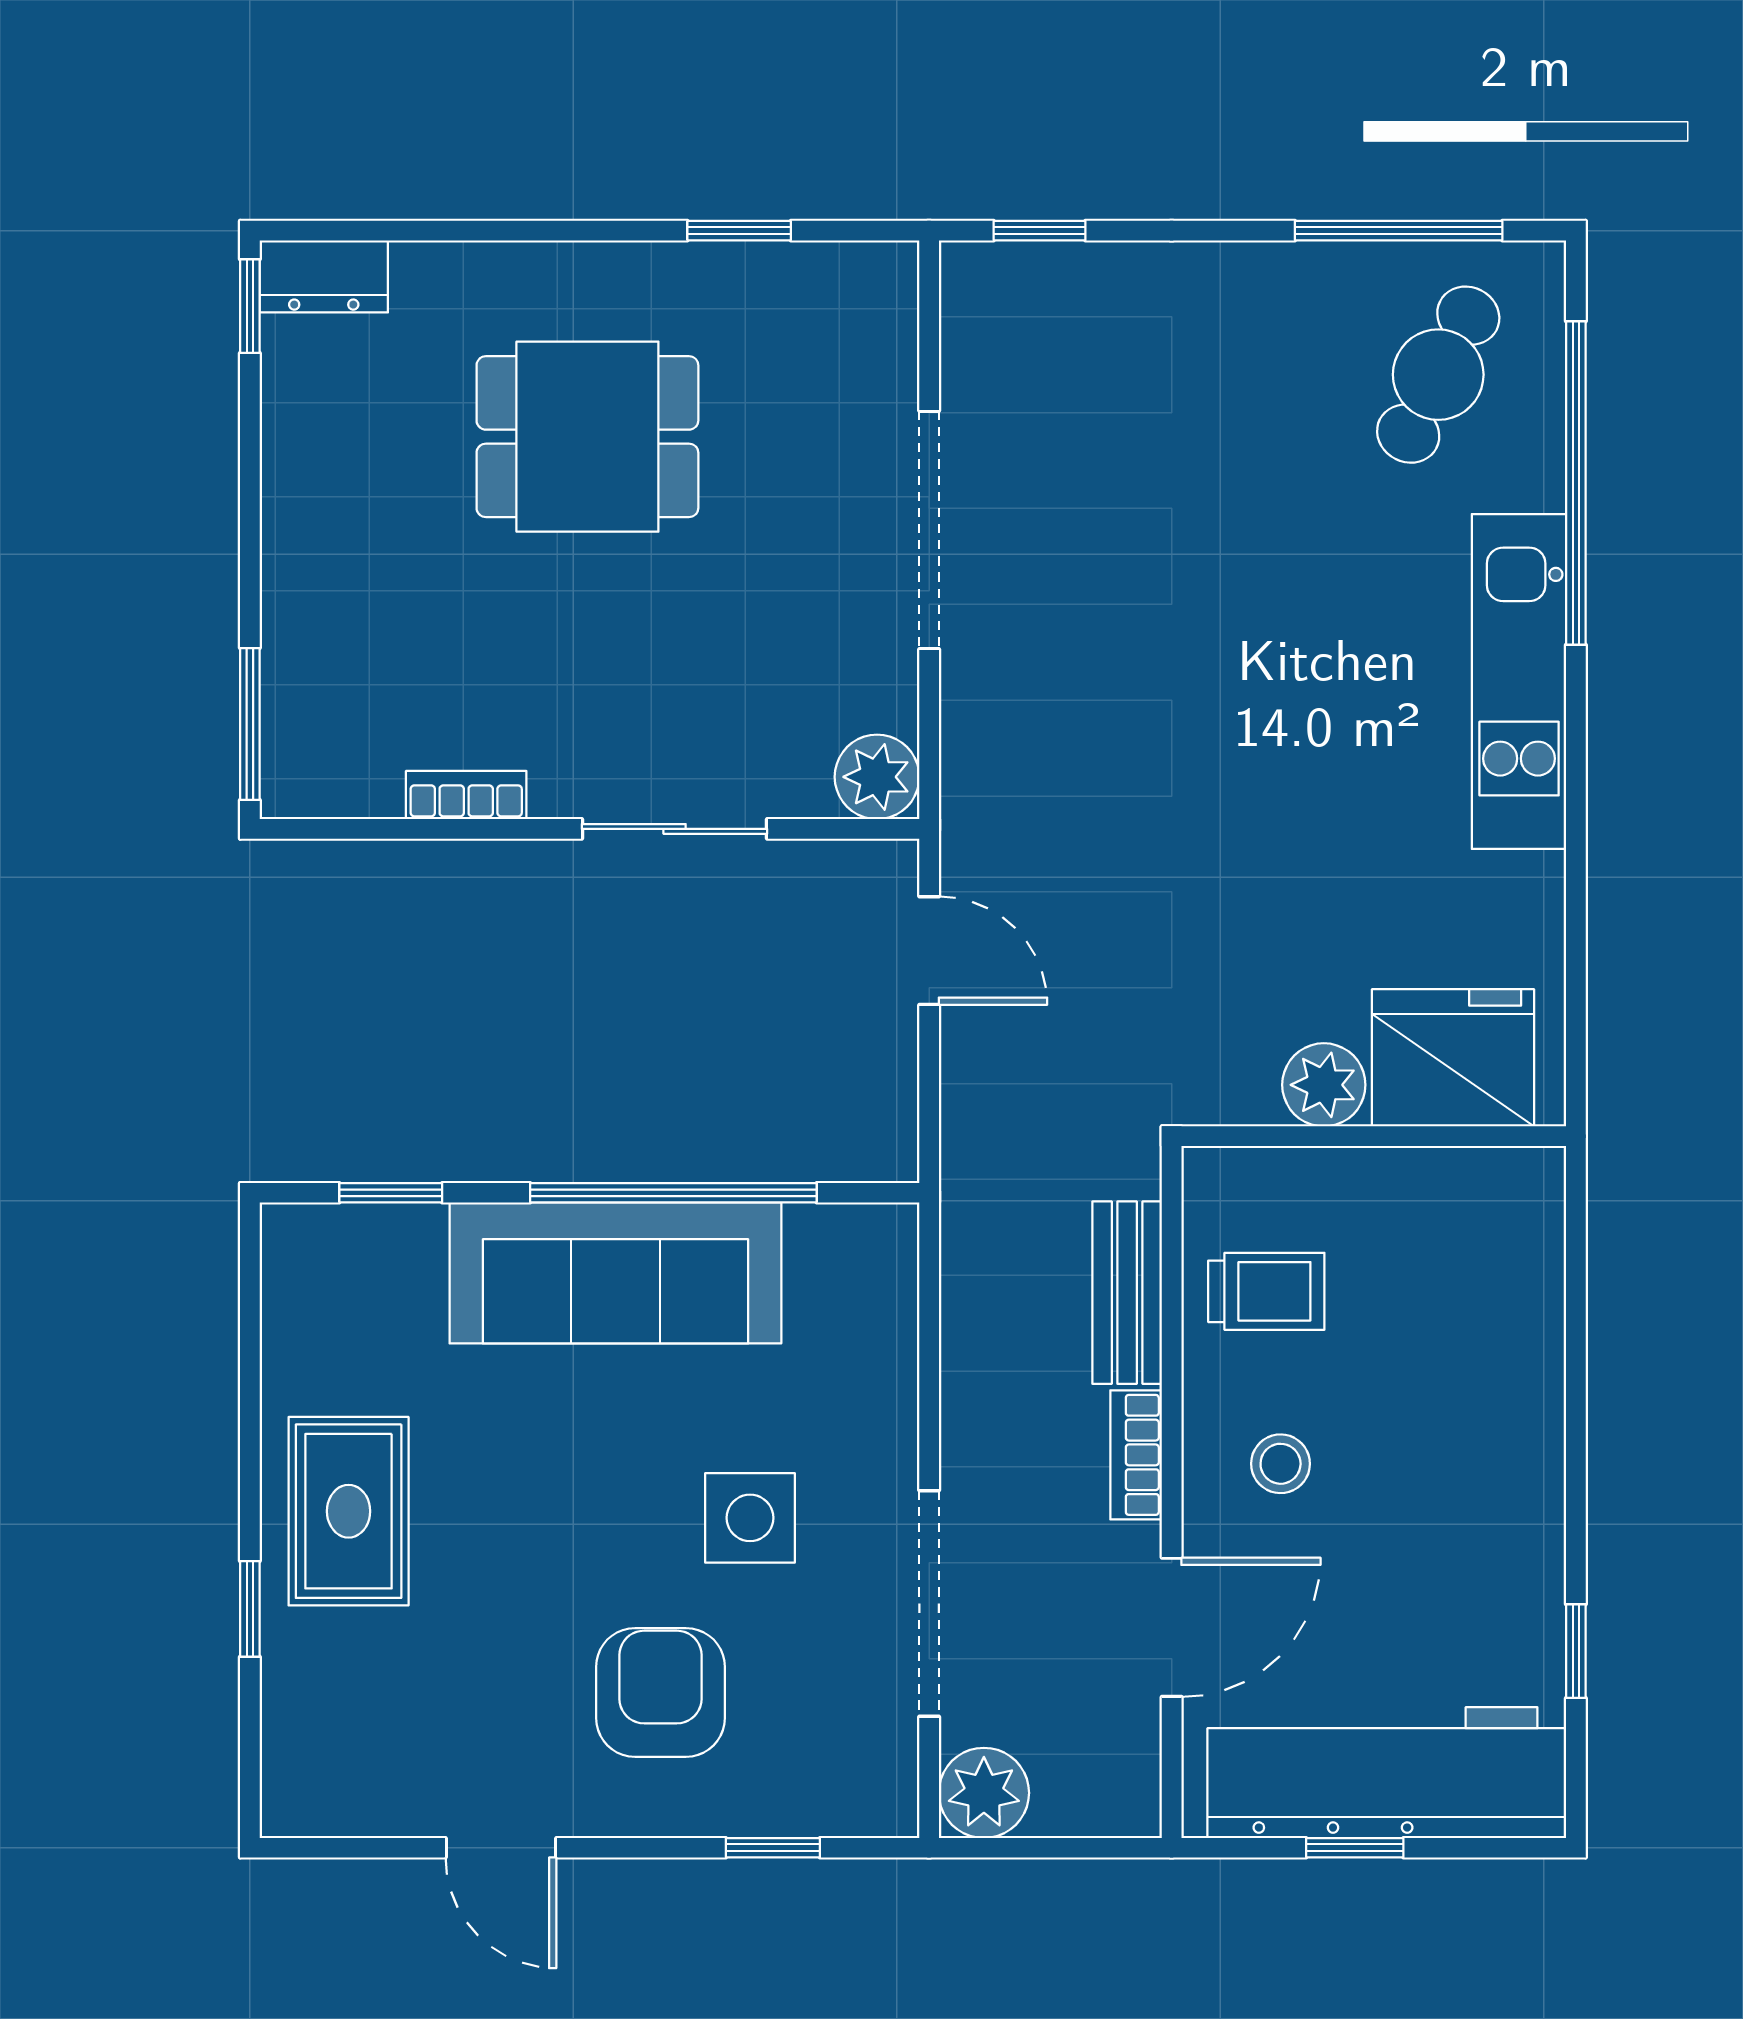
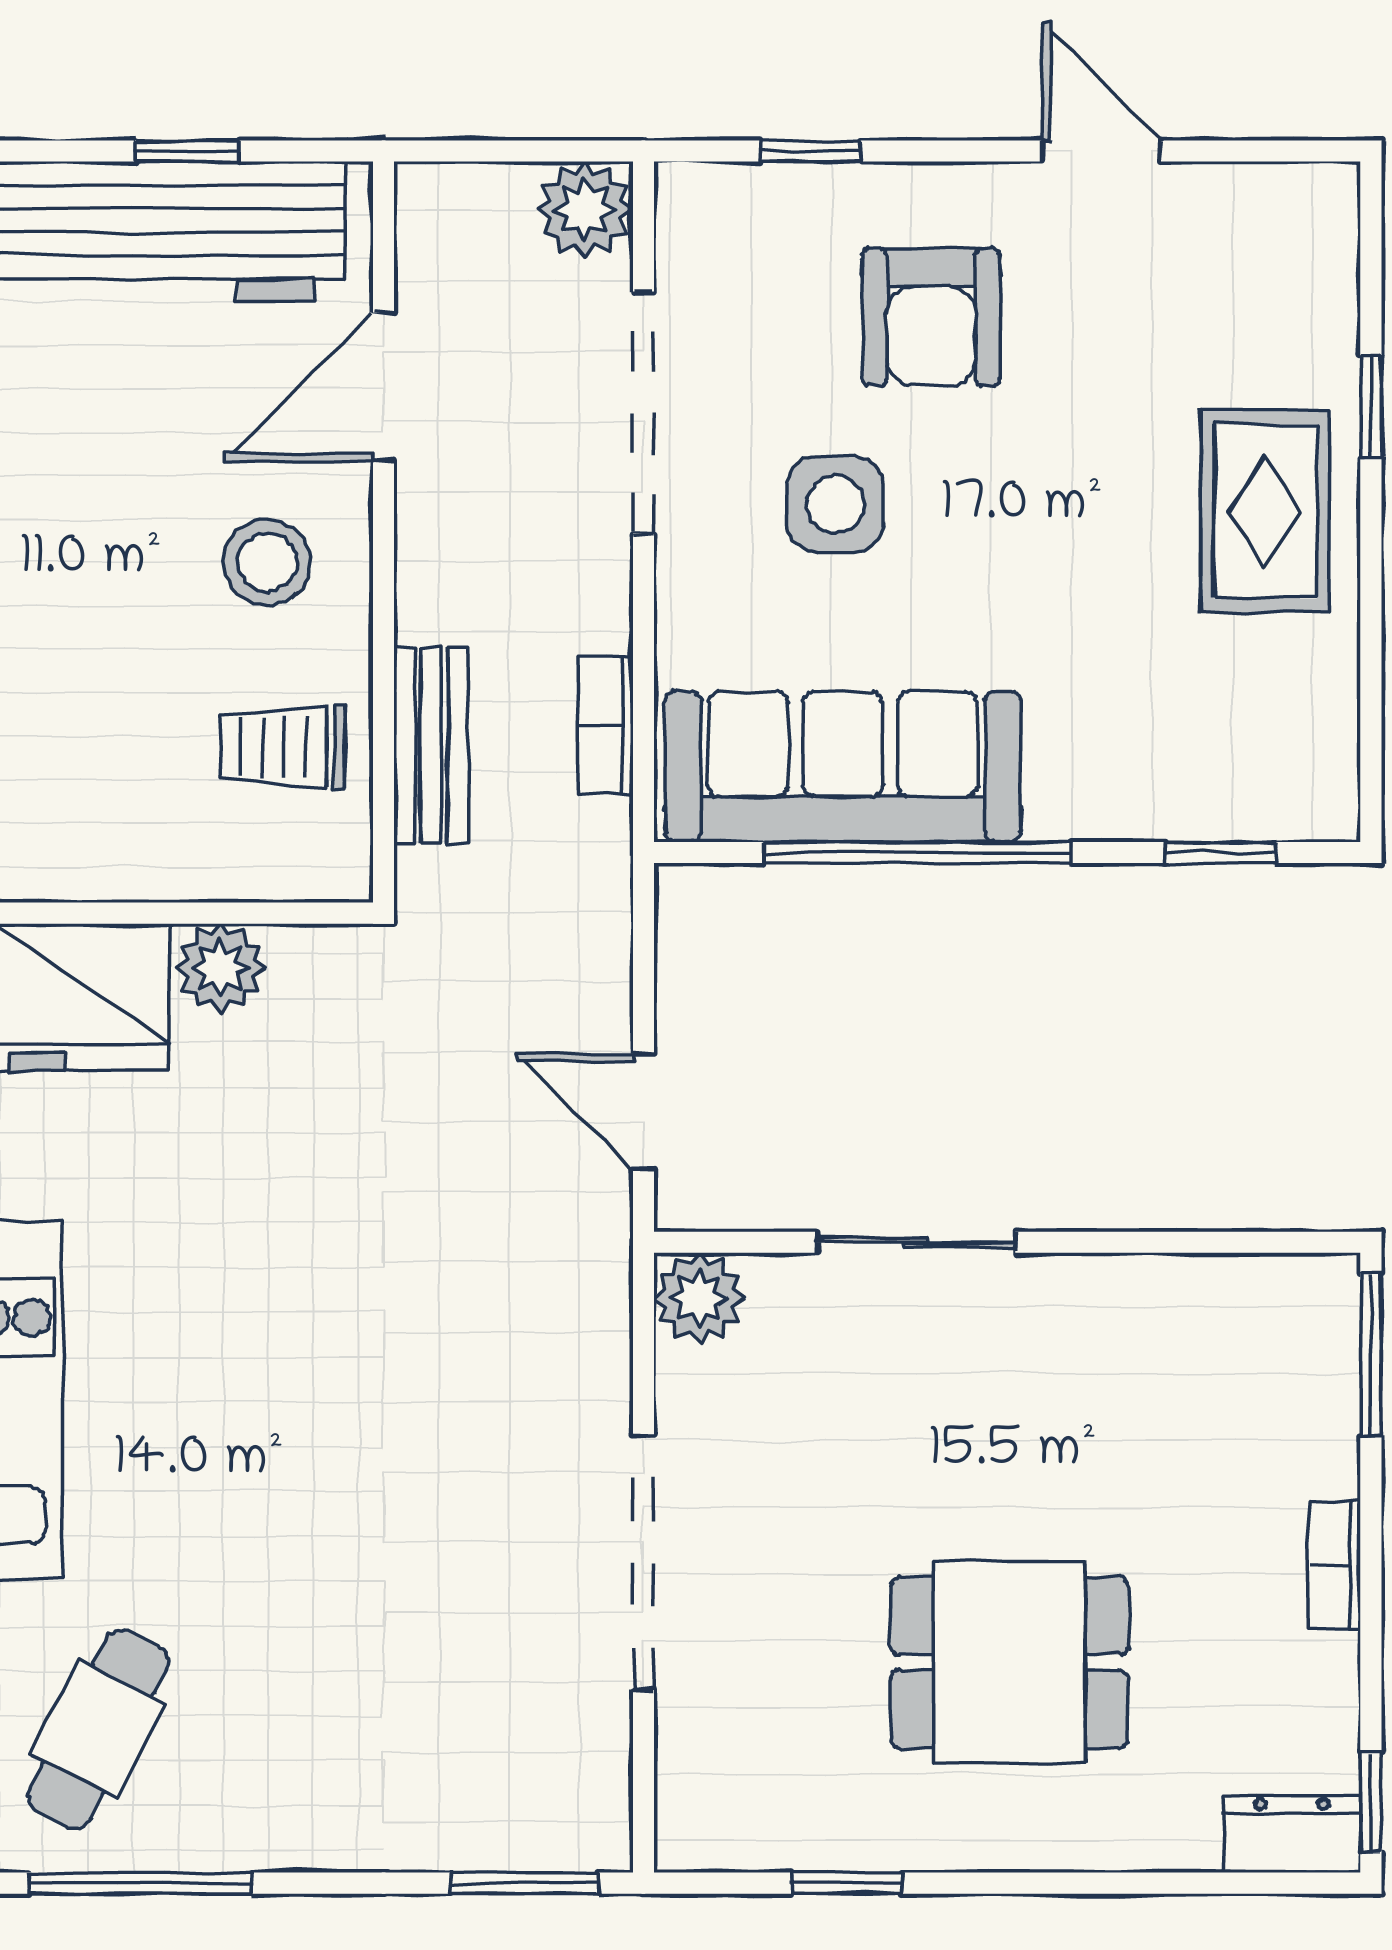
window: (1040, 231) -> (525, 1883), width x1.50
bookcase: (466, 795) -> (1335, 1565), moved, turned 90
sofa: (615, 1273) -> (843, 767), moved
bookcase: (1136, 1455) -> (605, 725), moved, turned 180
stool: (1281, 1464) -> (267, 562), width x1.37, depth x1.37

